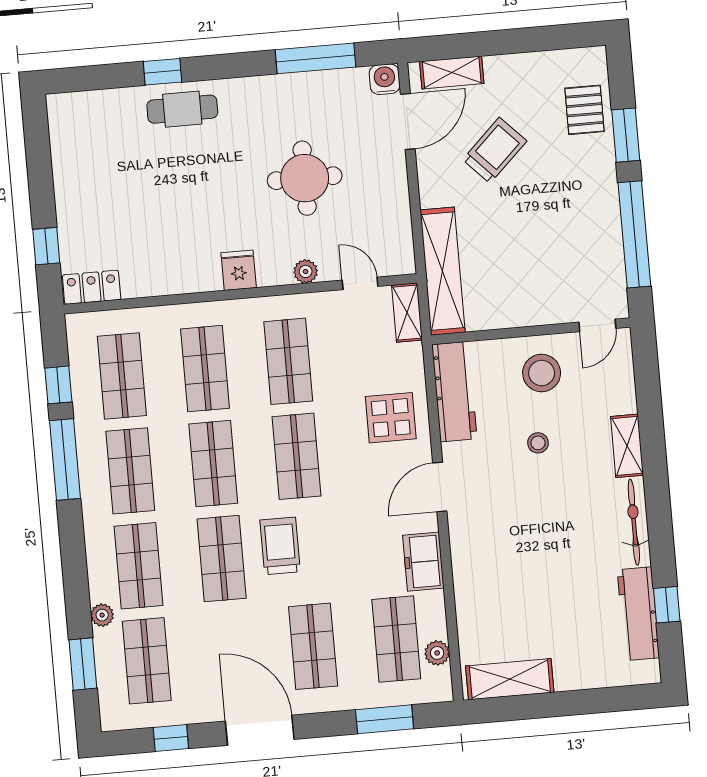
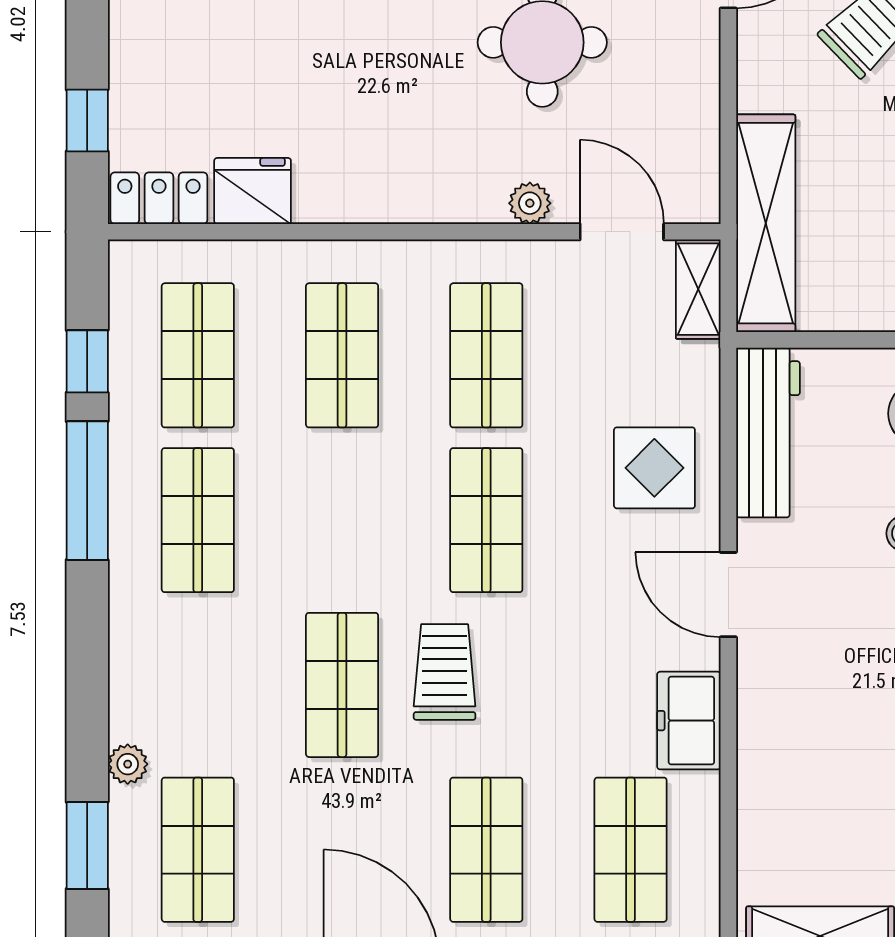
fridge: (239, 270) -> (253, 191), moved, width x1.38
door: (360, 283) -> (622, 232), width x1.38
shop shelf: (213, 464) -> (342, 520), removed
door: (440, 487) -> (728, 595), hinge flipped
shop shelf: (138, 566) -> (198, 685), removed
plant: (437, 653) -> (699, 880), removed

